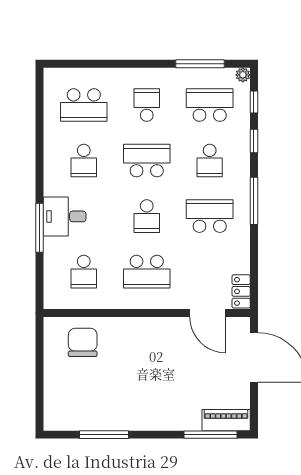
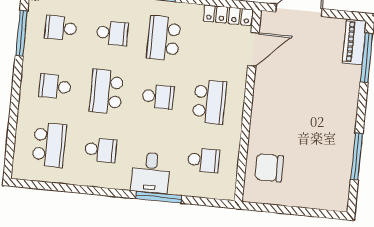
school desk: (210, 105) -> (61, 28), width x0.54
locker: (241, 291) -> (228, 15), width x1.53

